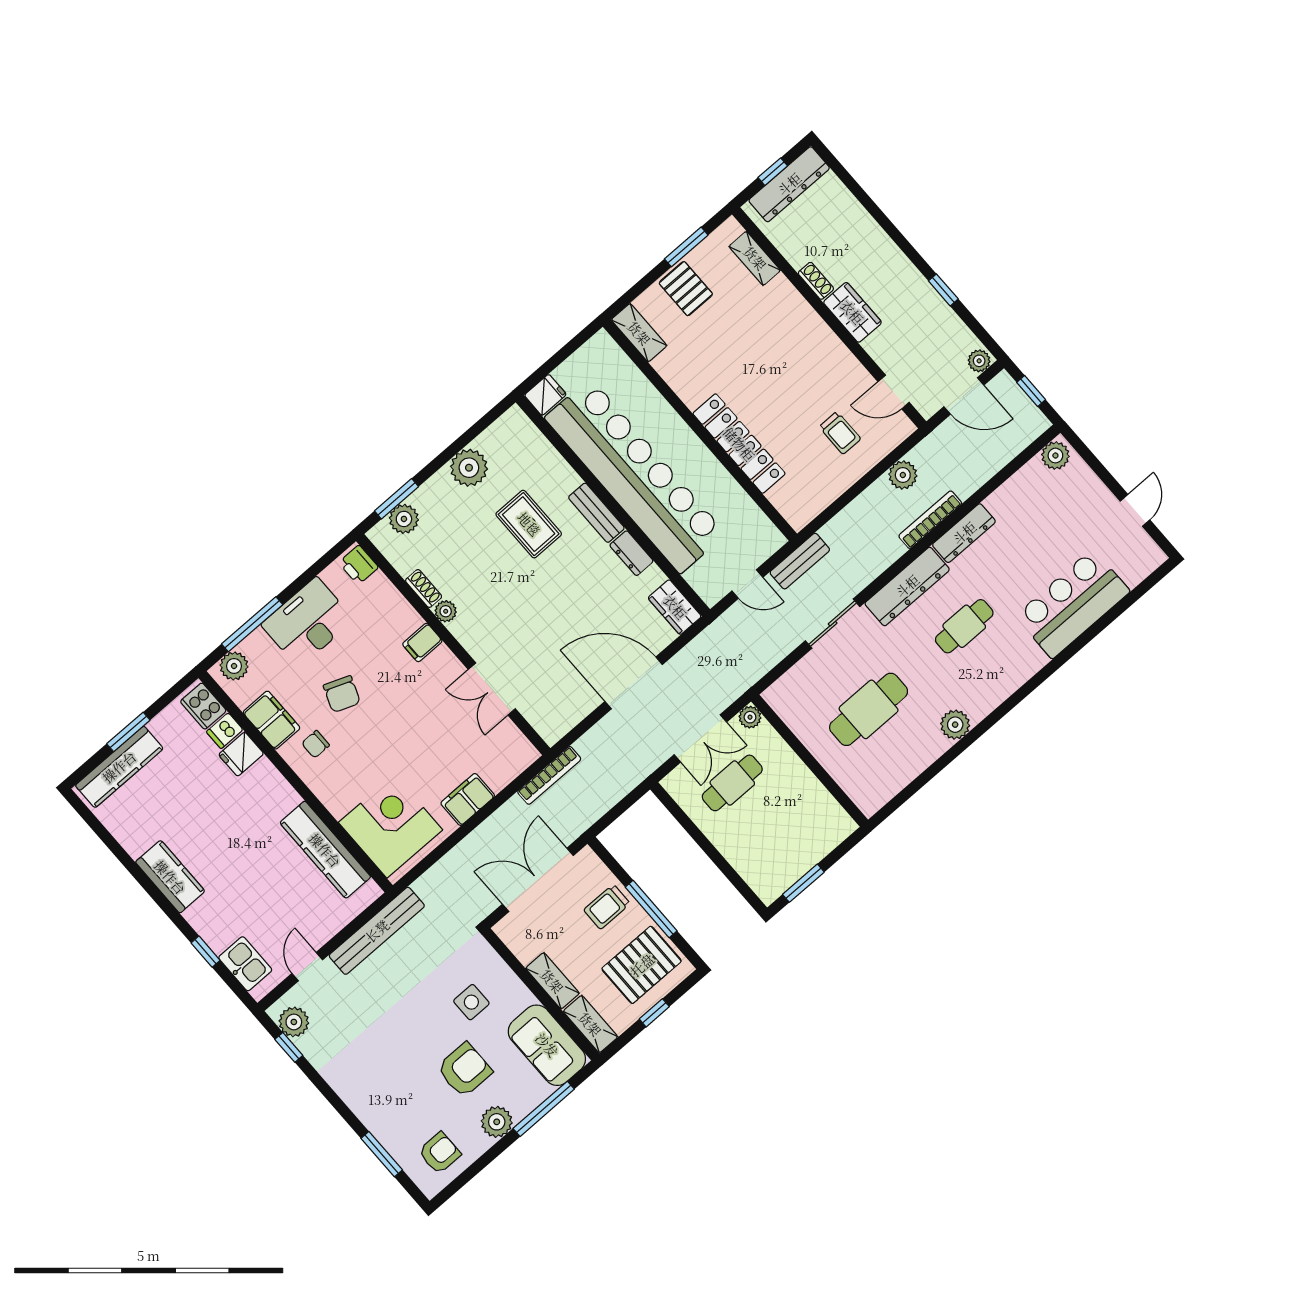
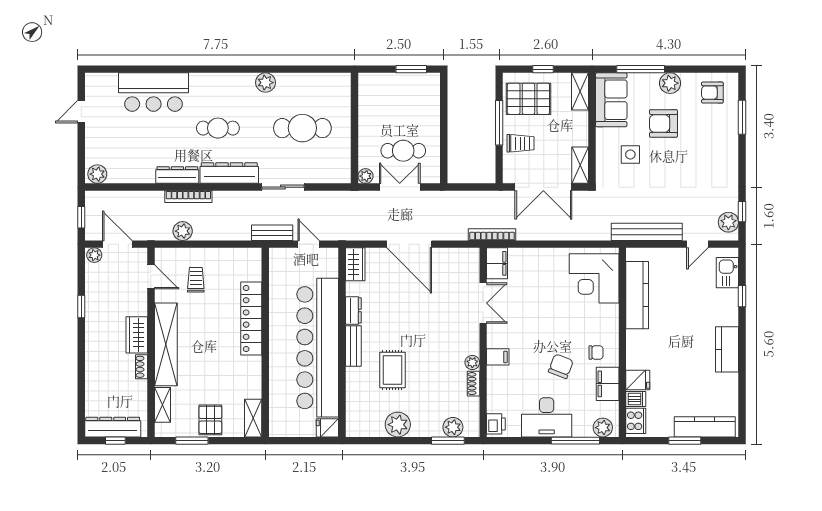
shelving: (810, 330) -> (166, 344), added
filing cabinet: (468, 799) -> (497, 263), moved, turned -90
shelving: (552, 981) -> (580, 165), moved

